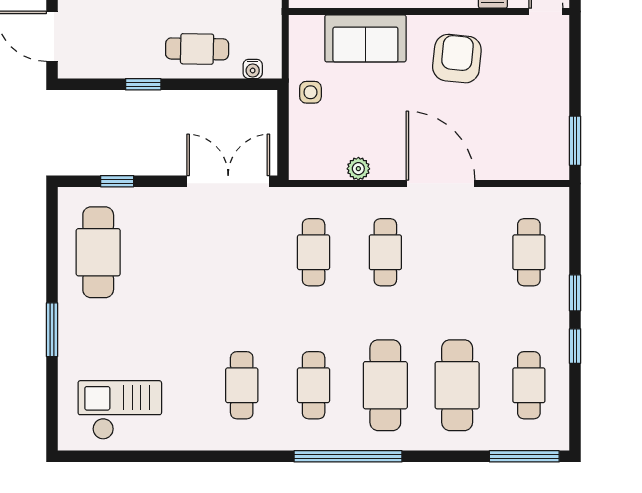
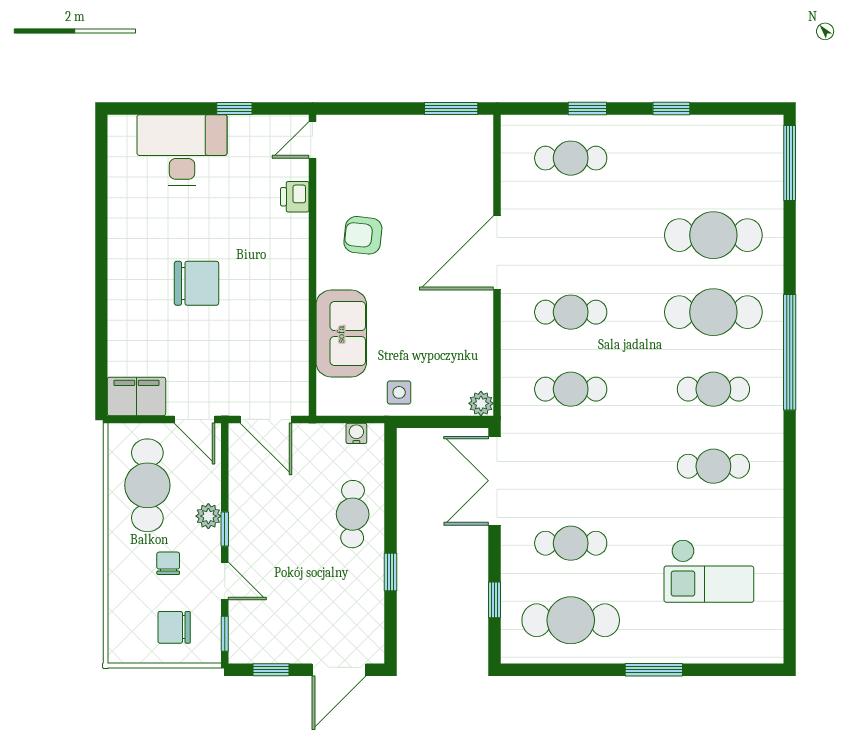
armchair: (457, 59) -> (363, 235), width x0.72, depth x0.72
water cooler: (253, 69) -> (356, 433), moved, turned -90
plant: (358, 169) -> (481, 403), moved
window: (575, 293) -> (587, 109), moved
cafe table: (529, 385) -> (571, 543), moved
checkout: (120, 410) -> (709, 571), moved, turned -90

